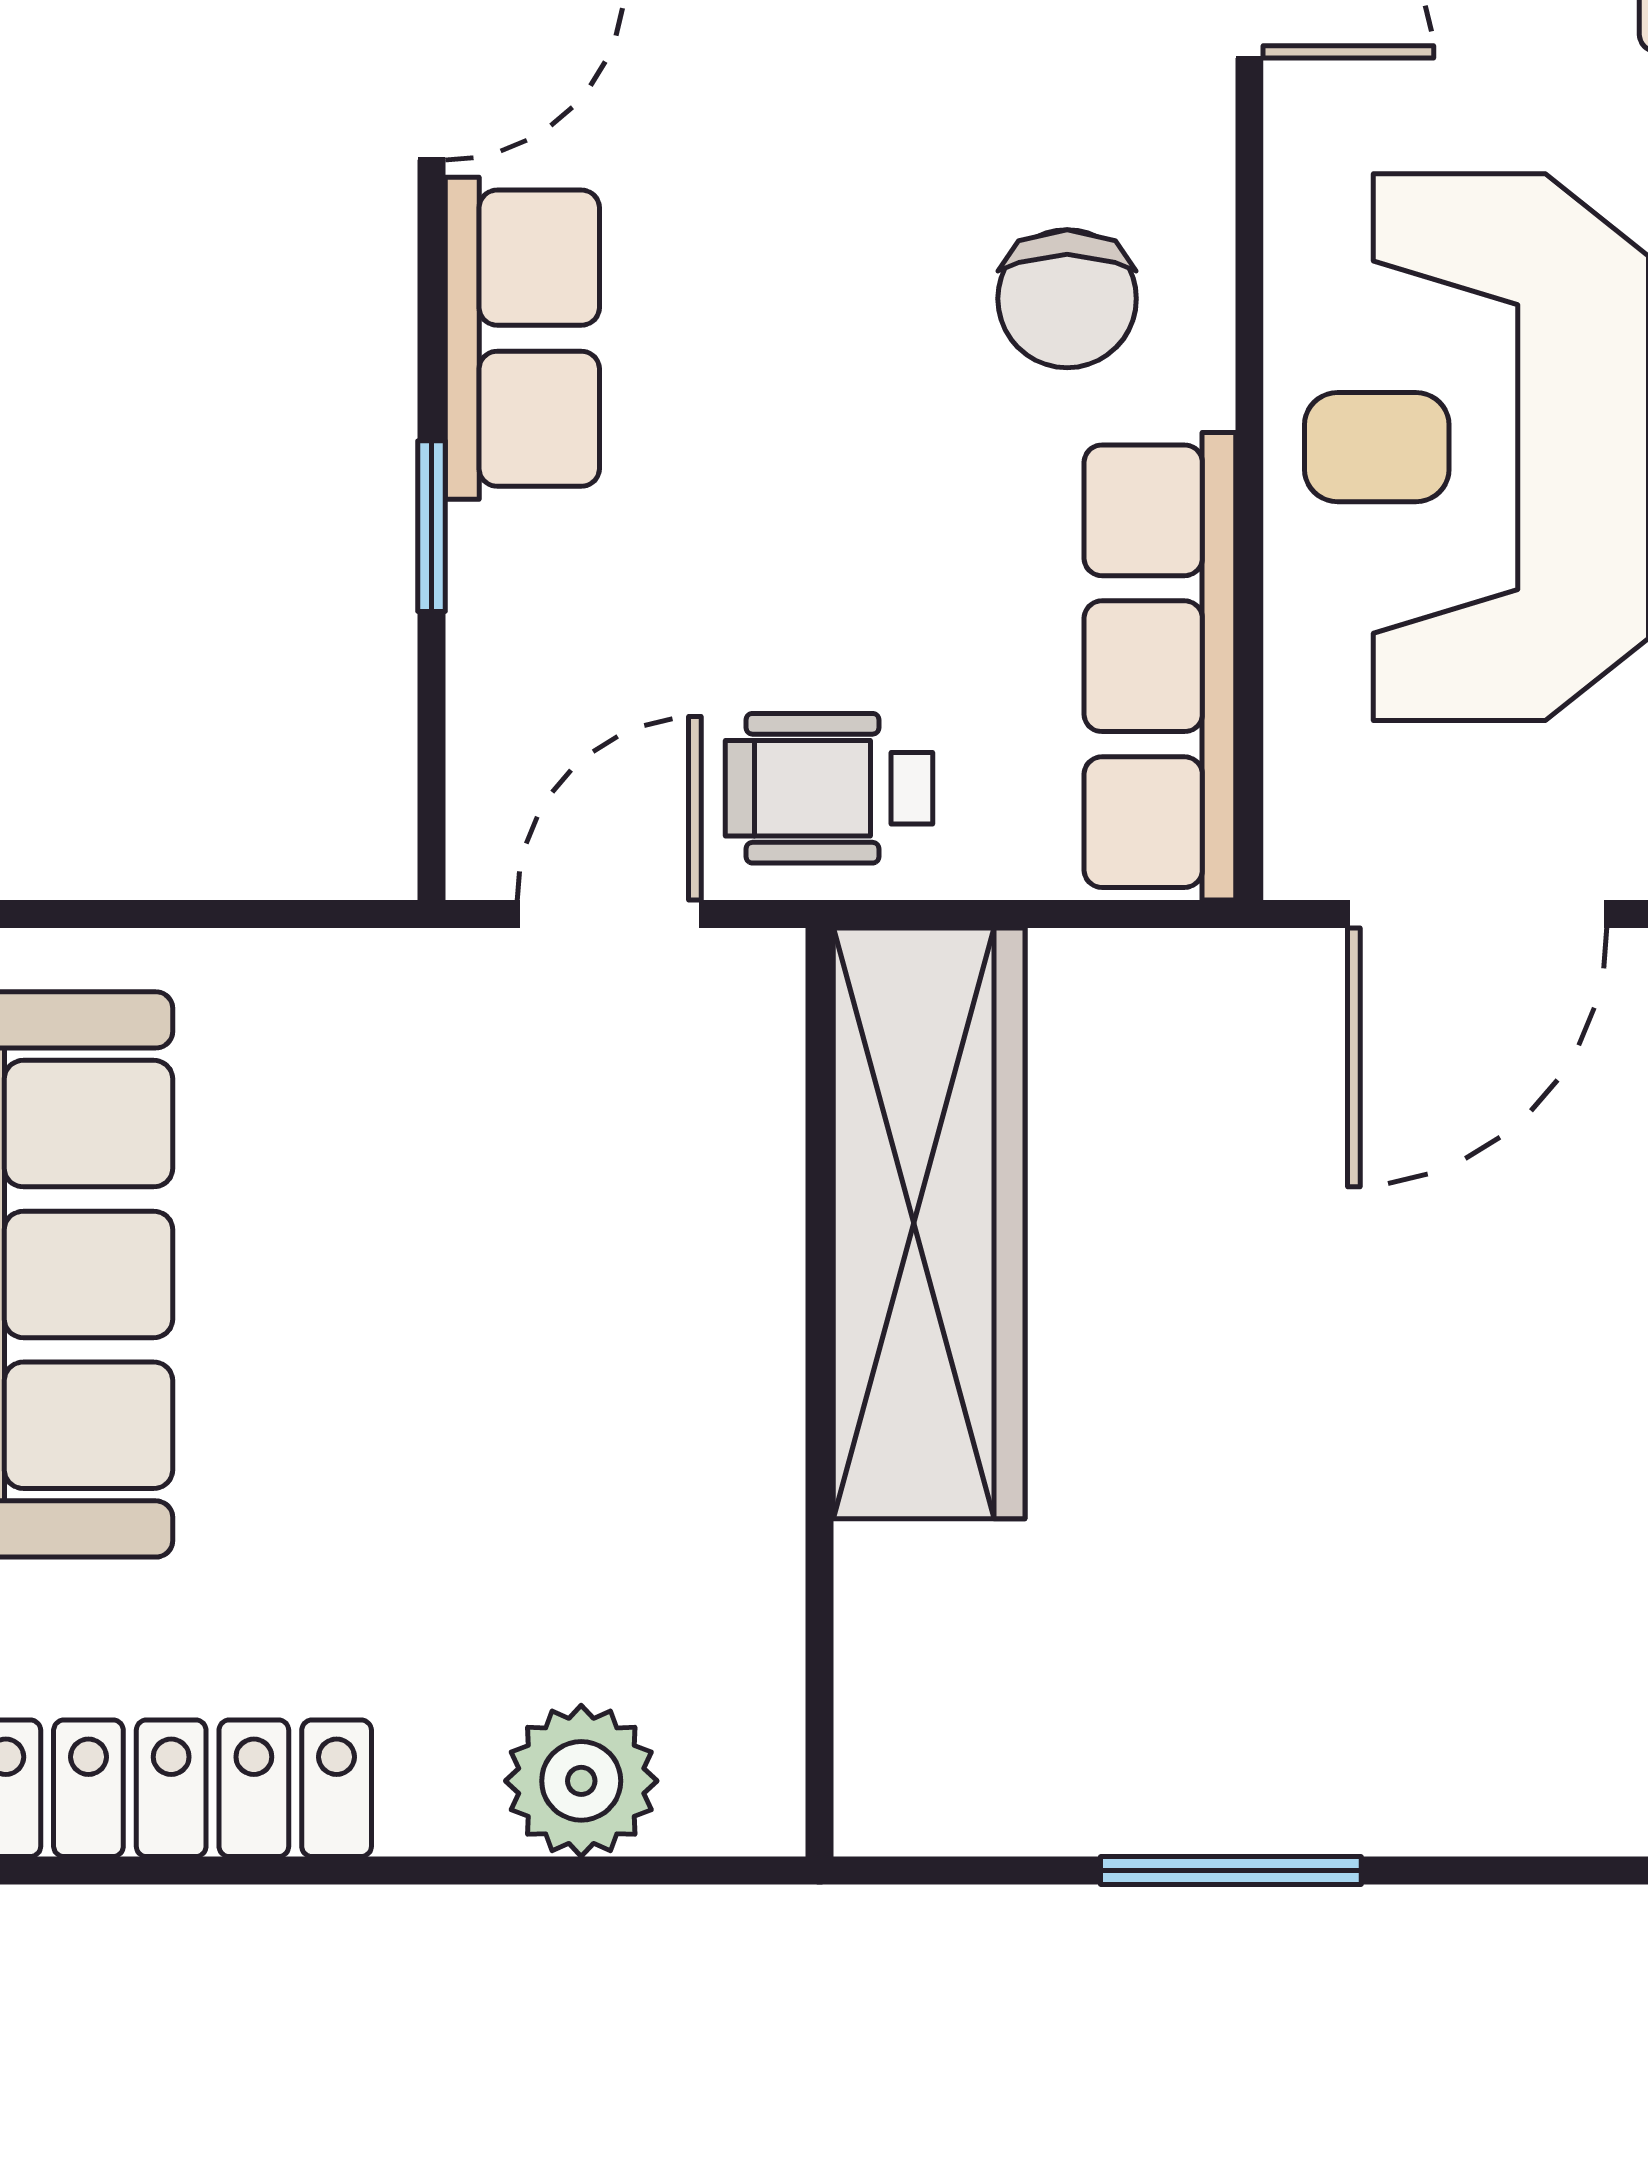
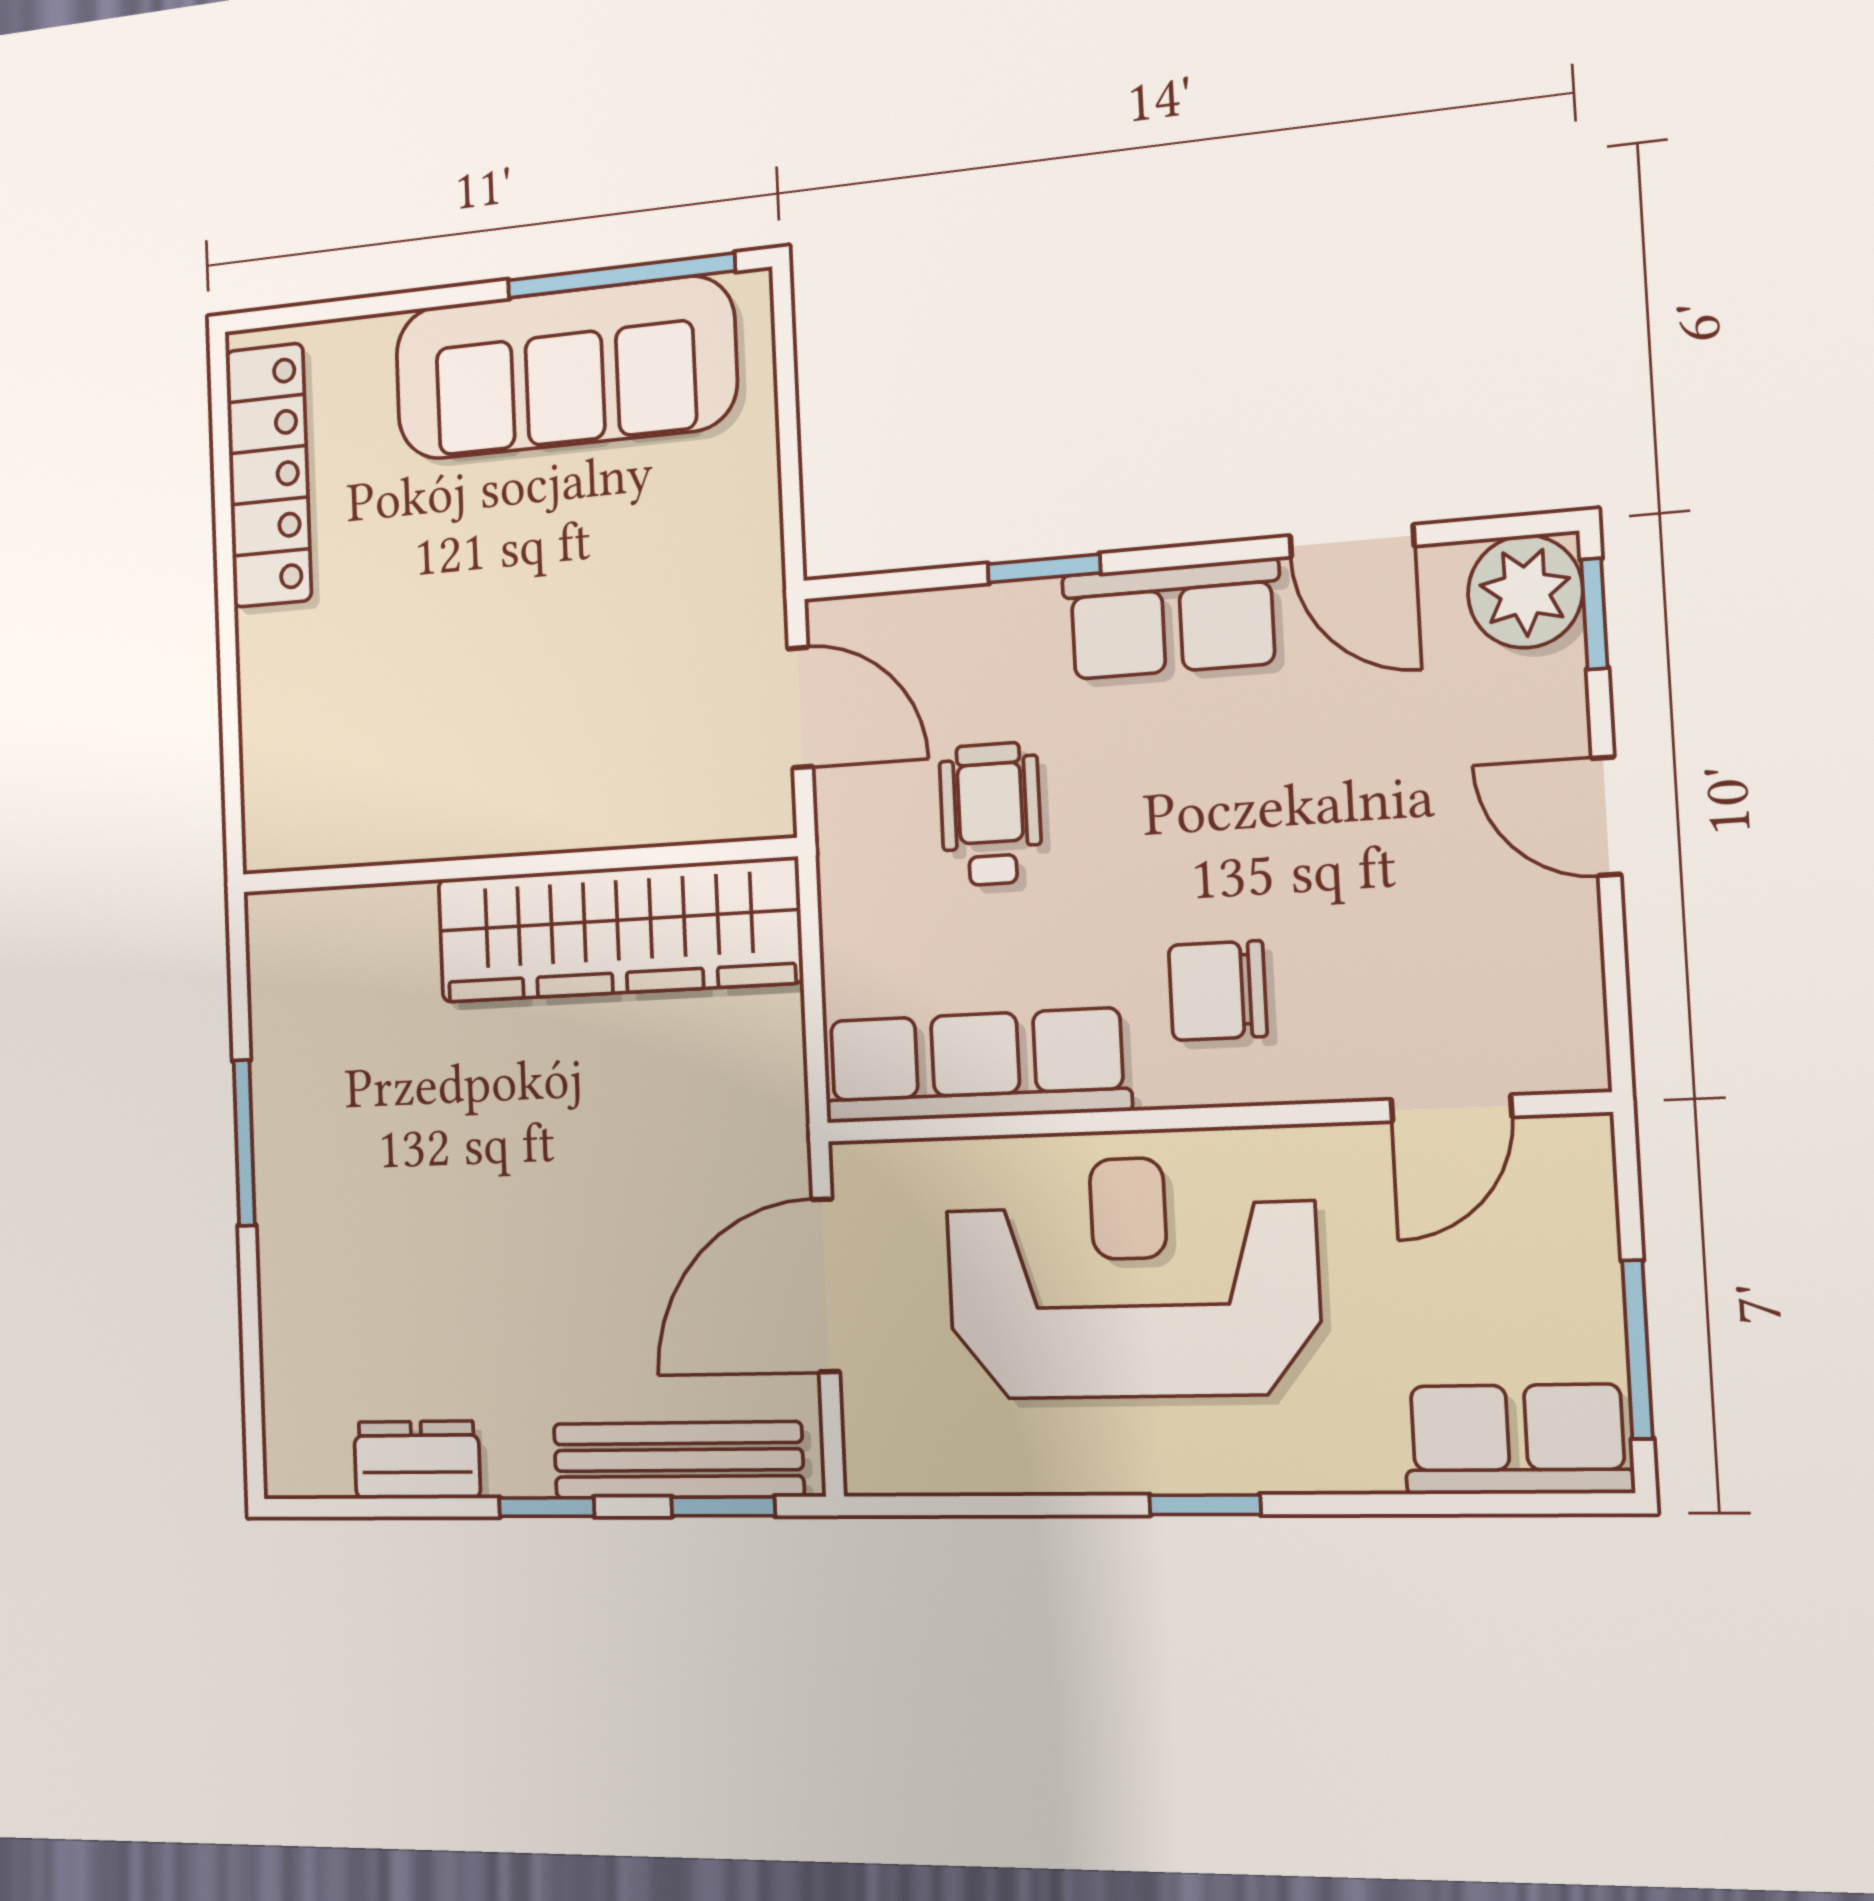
wheelchair: (829, 788) -> (991, 814), moved
door: (1477, 914) -> (826, 1285), hinge flipped
plant: (581, 1781) -> (281, 731), removed

